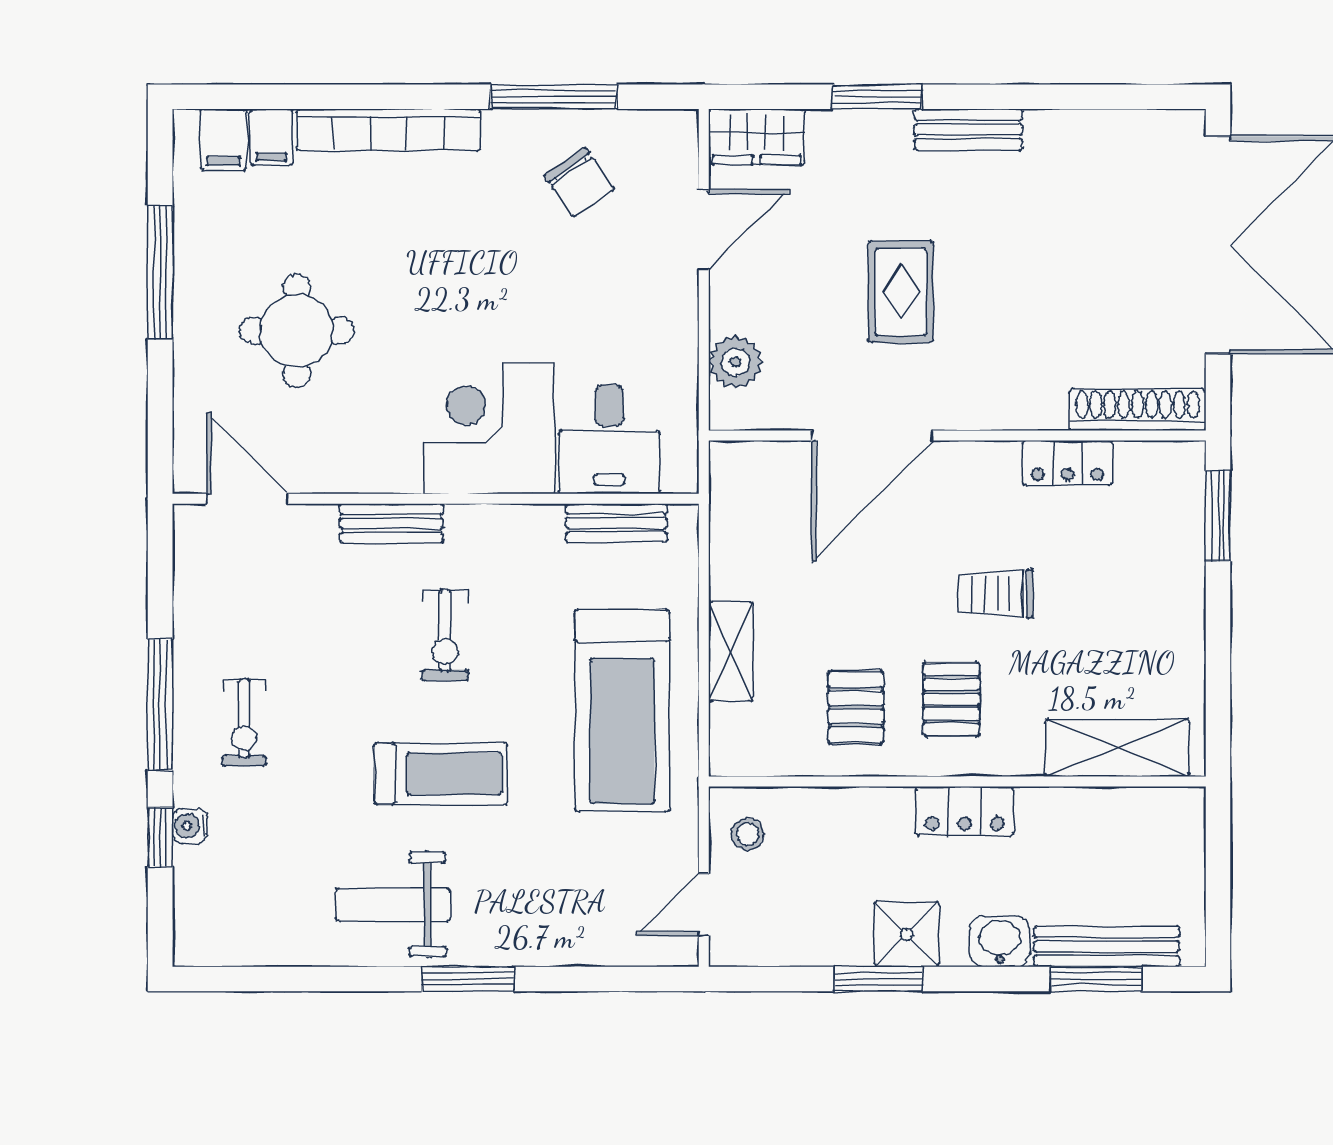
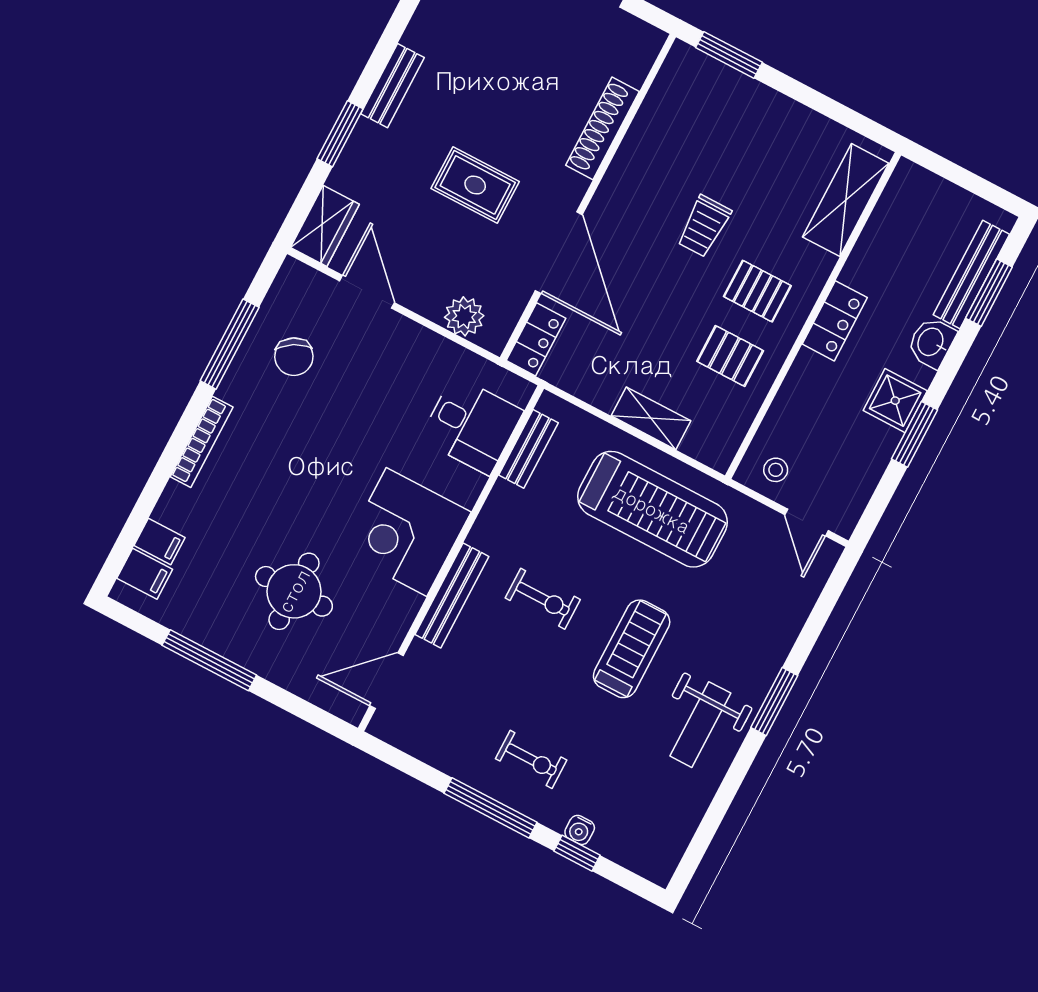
bookcase: (388, 130) -> (202, 442), width x0.68, depth x0.76
chair: (579, 182) -> (294, 357), turned 95
shoe rack: (1138, 410) -> (603, 128), moved
corner desk: (489, 429) -> (407, 532), moved
locker: (1067, 463) -> (536, 339), moved
bench: (392, 523) -> (452, 595), width x1.36

